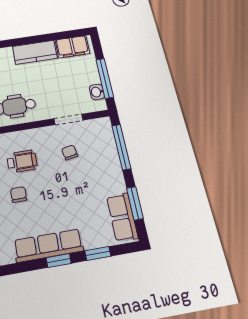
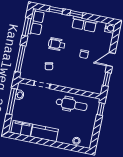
wheelchair: (22, 161) -> (57, 44), moved
row of seats: (48, 246) -> (84, 24), width x0.68

